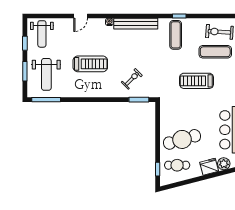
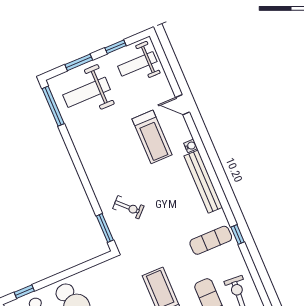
treadmill: (90, 64) -> (152, 137), moved

